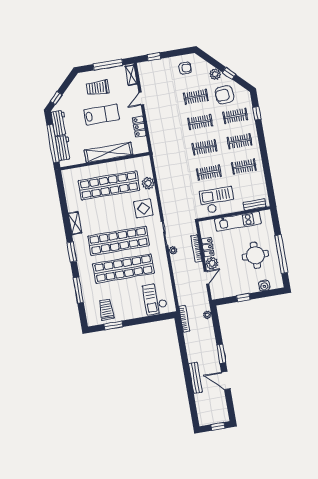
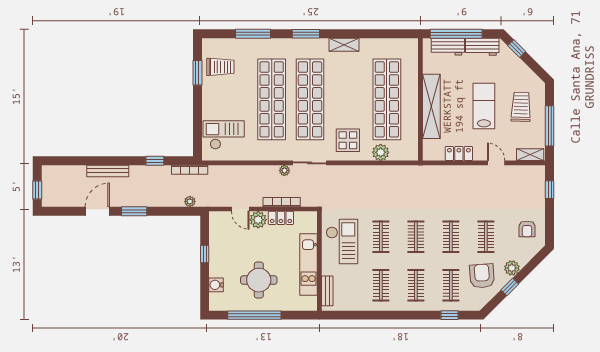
lab bench: (102, 115) -> (484, 106), turned 180
window: (182, 345) -> (155, 161), added

